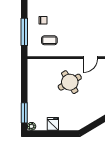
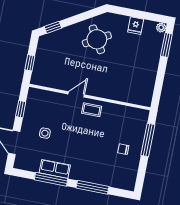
coffee table: (49, 40) -> (92, 110), moved
round table: (70, 82) -> (97, 39), moved

